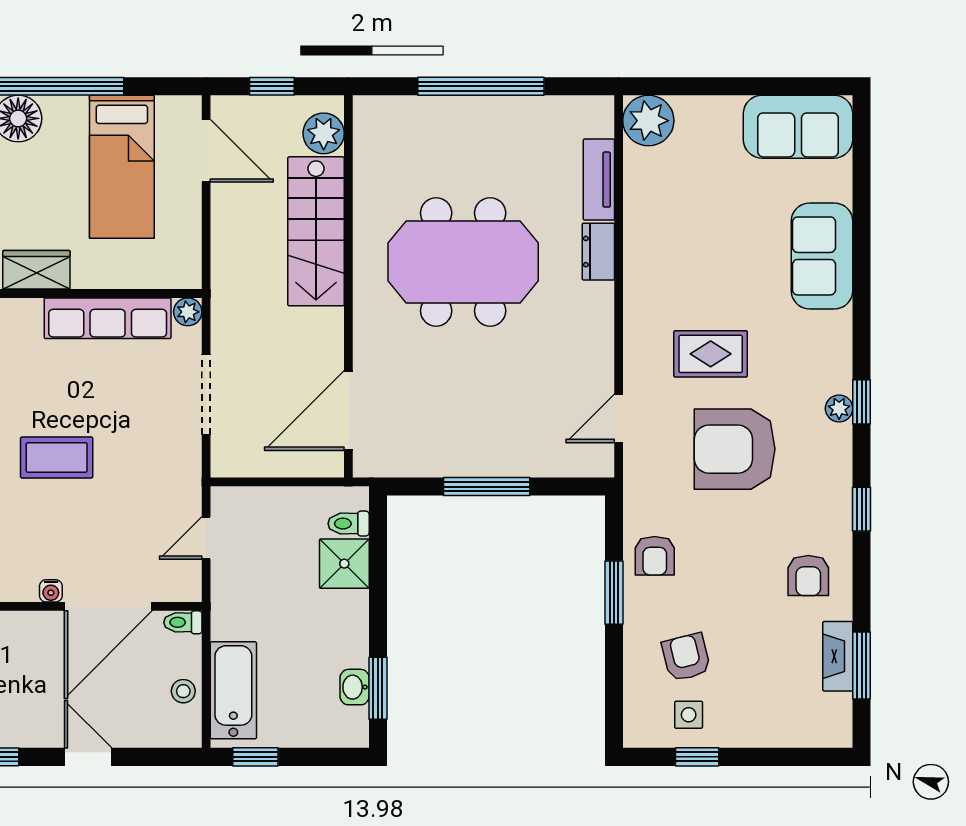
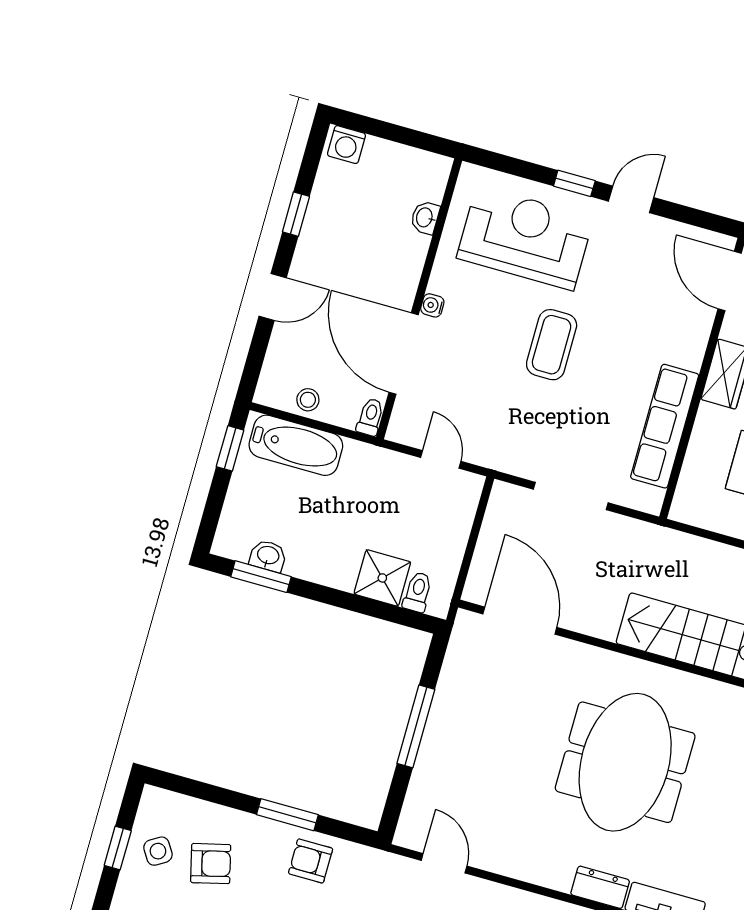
plant: (188, 312) -> (650, 500), removed
side table: (689, 715) -> (158, 851), turned -32

